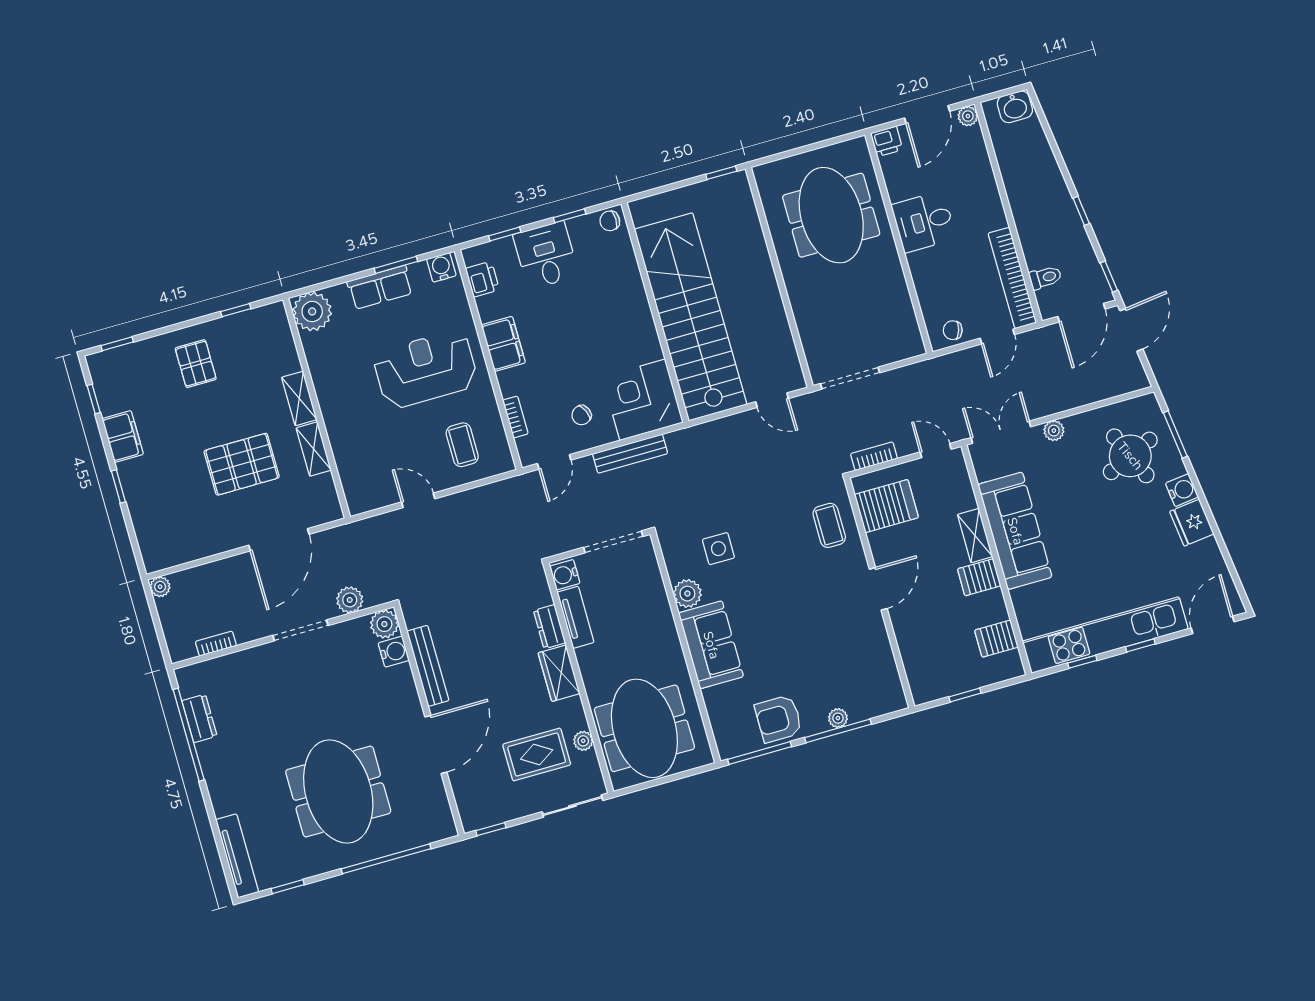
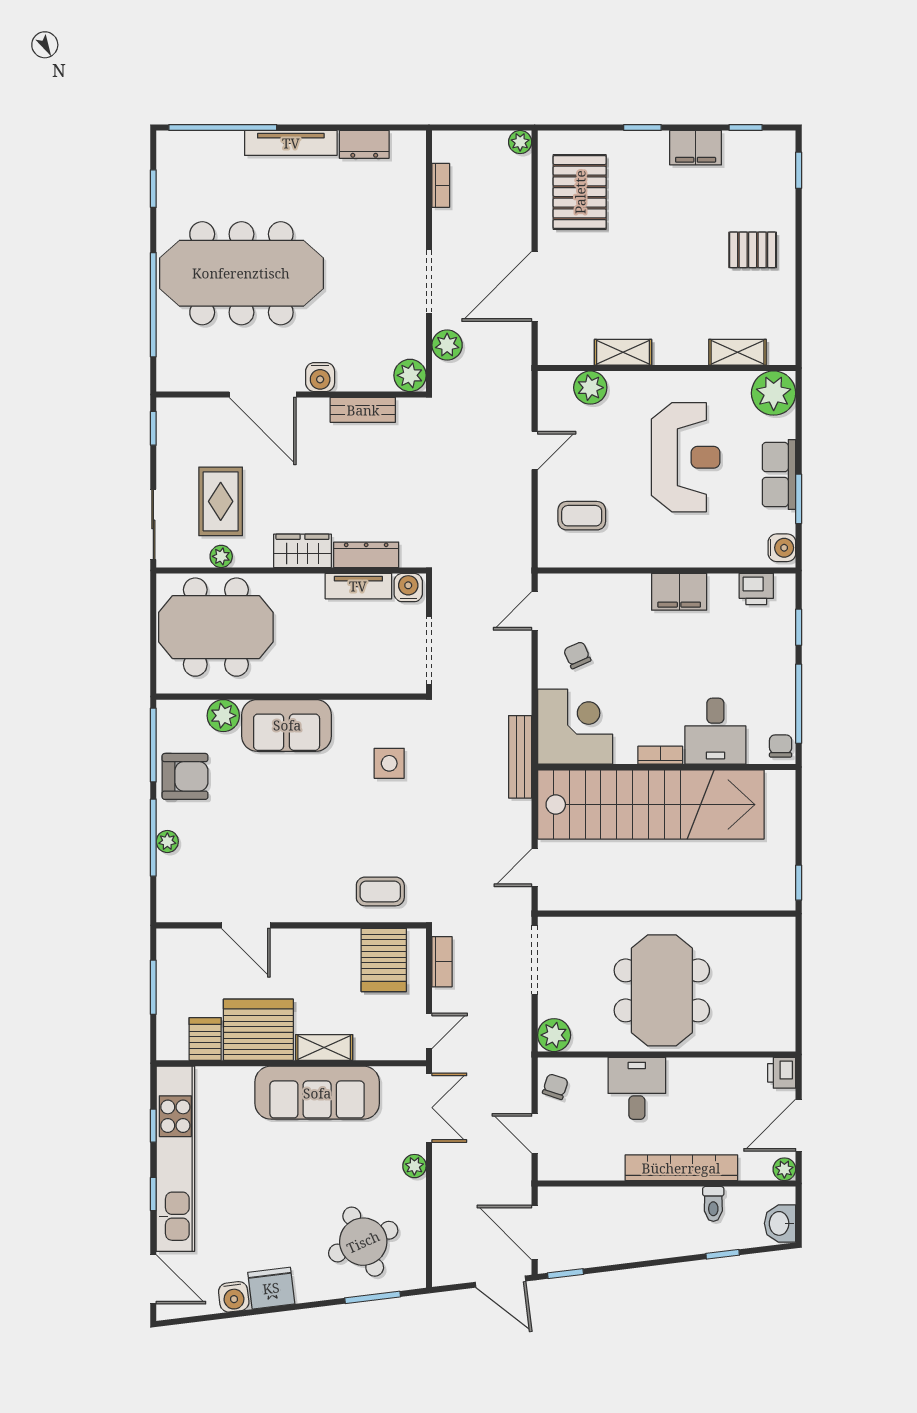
door: (927, 115) -> (799, 1125), hinge flipped
window: (1081, 211) -> (723, 1254), moved
meeting table: (831, 215) -> (662, 990), moved, turned 90
window: (570, 216) -> (799, 704), width x2.17
desk: (924, 222) -> (637, 1088), moved
desk: (546, 255) -> (715, 731), moved, turned 90
bookcase: (1012, 278) -> (681, 1168), moved
toilet: (1045, 278) -> (713, 1204), moved
window: (236, 310) -> (799, 310), removed
plant: (909, 344) -> (554, 1035), added
reception desk: (426, 369) -> (686, 457), moved
shelving: (299, 398) -> (738, 352), moved
bookcase: (515, 417) -> (660, 755), moved, turned 180
bench: (630, 454) -> (520, 757), moved
door: (554, 462) -> (535, 611), hinge flipped
pallet: (242, 464) -> (580, 192), moved
plant: (351, 468) -> (590, 388), added
water cooler: (1182, 490) -> (234, 1297), moved
door: (279, 540) -> (535, 286), hinge flipped
server rack: (979, 577) -> (258, 1030), width x2.18, depth x1.44
door: (878, 589) -> (246, 925), moved
plant: (687, 594) -> (223, 716), moved
dresser: (549, 627) -> (366, 555), width x1.44
water cooler: (394, 652) -> (320, 377), moved
bench: (428, 666) -> (363, 410), width x0.73
window: (965, 695) -> (153, 987), width x1.50
armchair: (779, 719) -> (185, 776), turned 90
window: (189, 735) -> (223, 128), moved
meeting table: (338, 792) -> (241, 273), width x1.36
tv unit: (237, 856) -> (291, 143), moved

